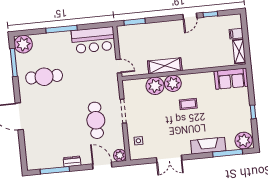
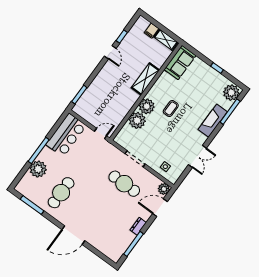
plant: (23, 44) -> (38, 169), moved
shelving: (165, 66) -> (145, 79), moved

